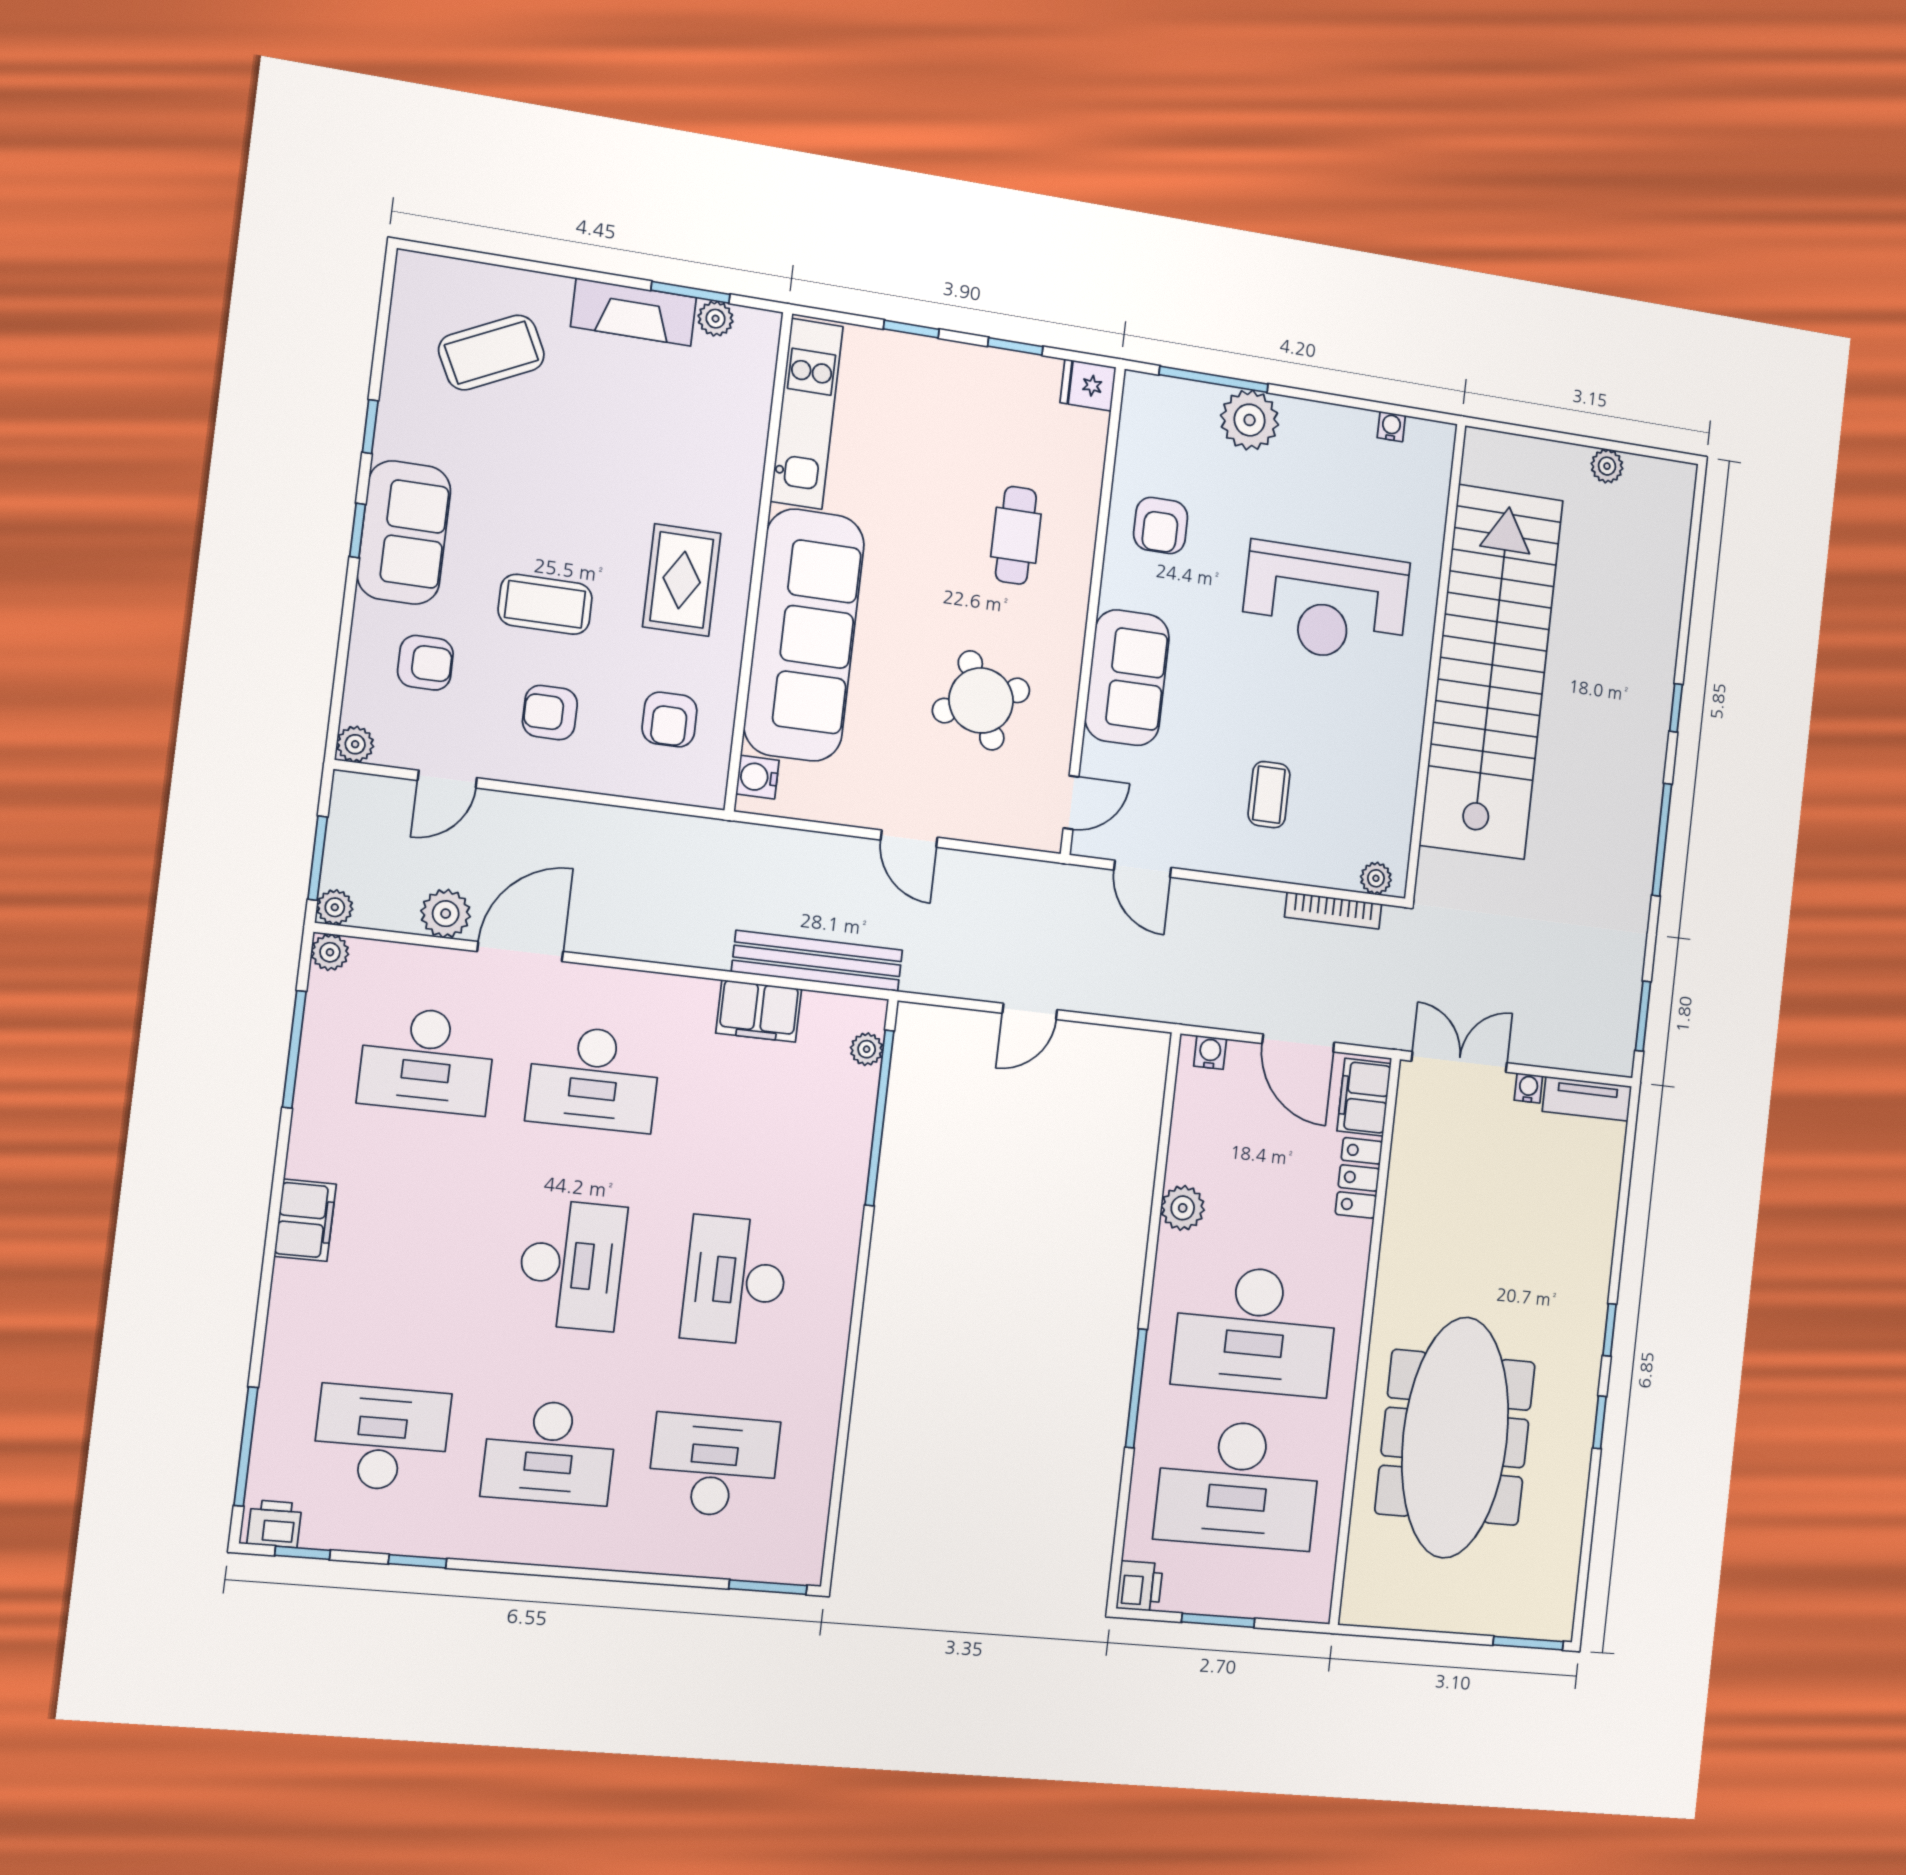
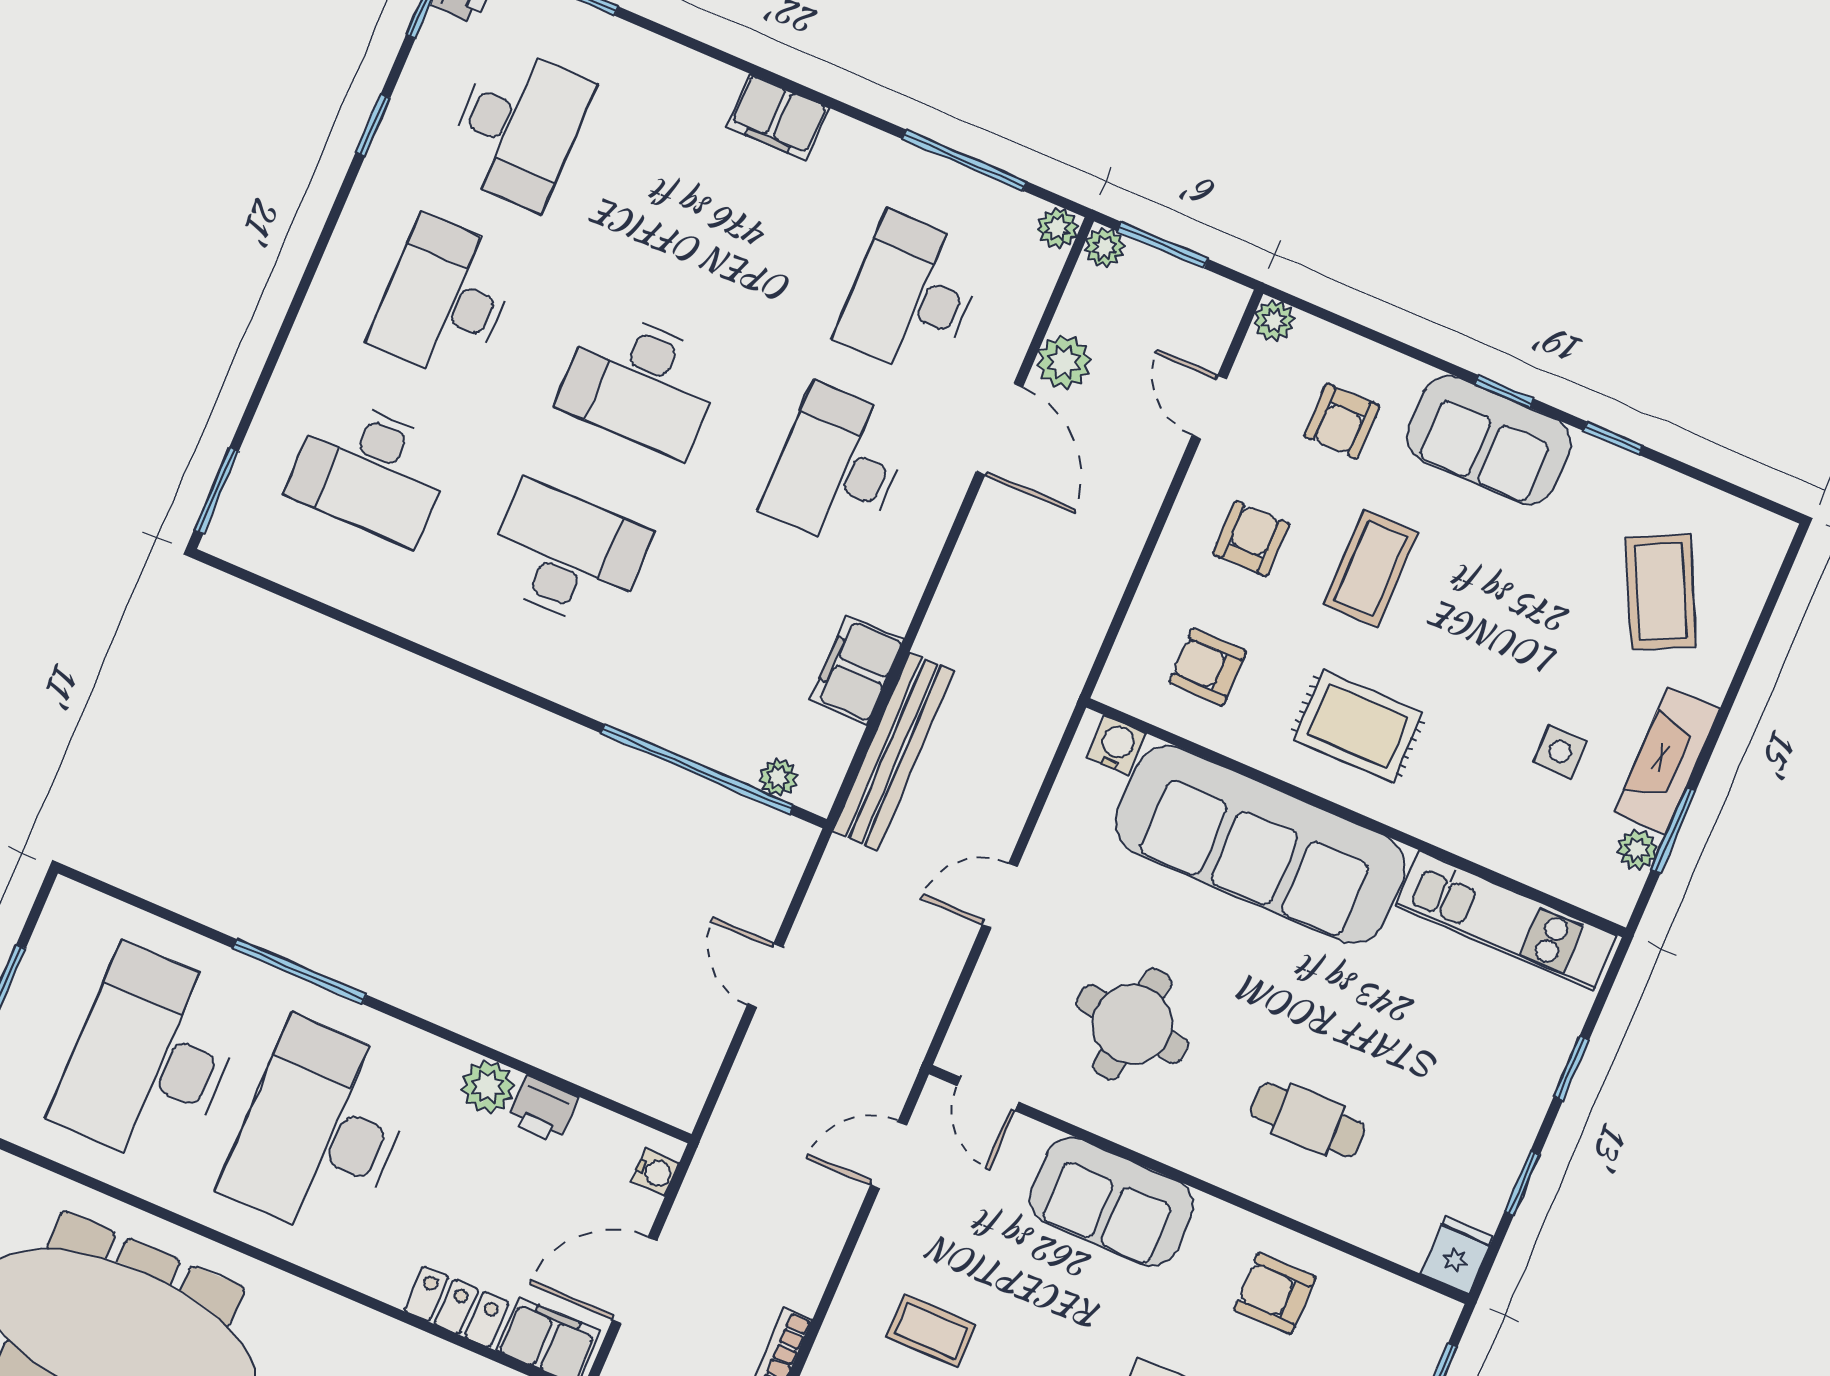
side table: (653, 404) -> (1560, 751), added
round table: (981, 700) -> (1132, 1024), turned 30
desk: (713, 1466) -> (371, 471), turned 90
printer: (1139, 1586) -> (543, 1109), moved

